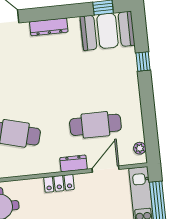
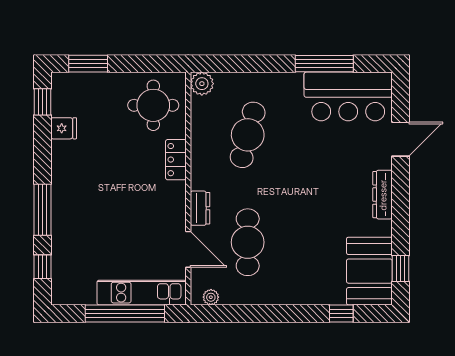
window: (143, 61) -> (341, 313), moved
locker: (59, 183) -> (176, 160), moved

